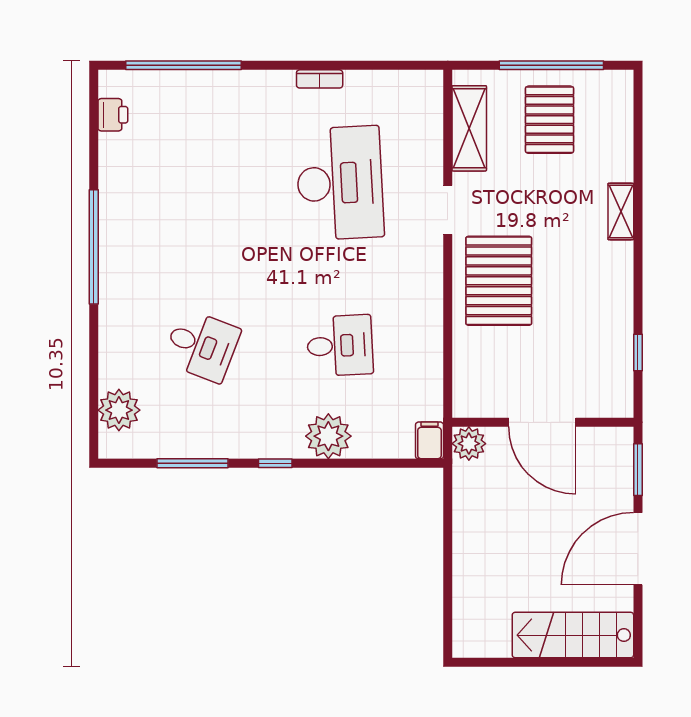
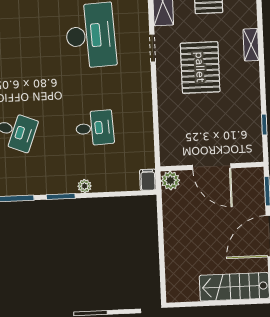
pallet: (499, 281) -> (200, 67), moved
plant: (328, 436) -> (85, 186), width x0.53, depth x0.53
window: (275, 463) -> (61, 197), width x1.50

